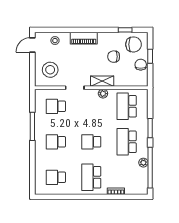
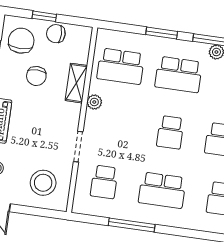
shelving: (102, 81) -> (76, 83), moved
school desk: (56, 142) -> (162, 190), width x1.85

